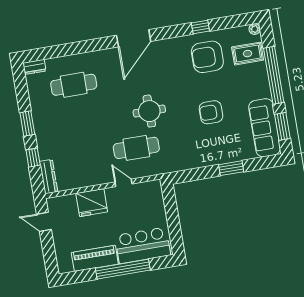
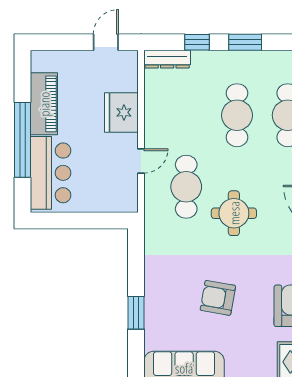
armchair: (211, 112) -> (218, 298), turned -80
cafe table: (80, 121) -> (237, 115), added

